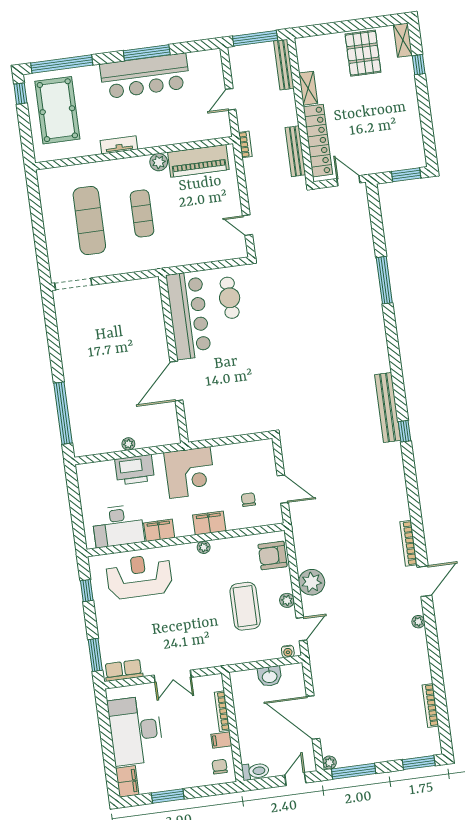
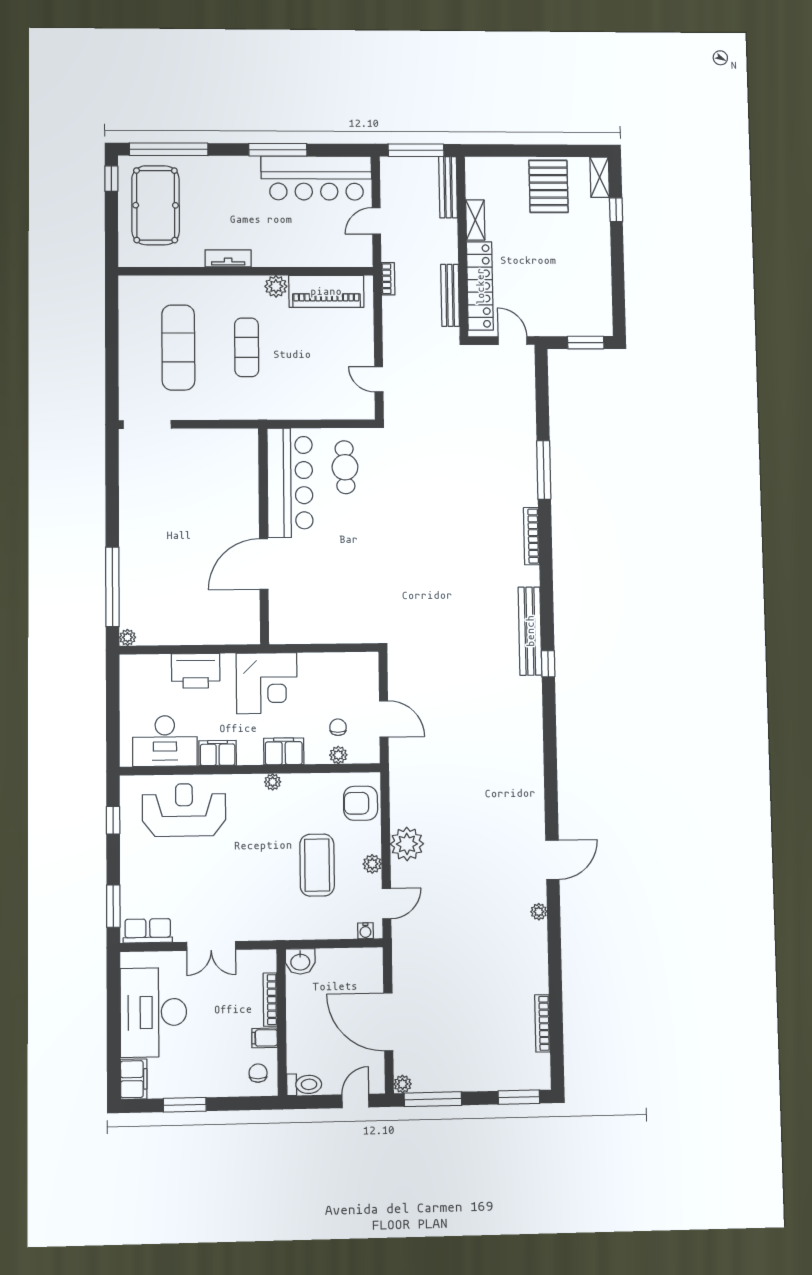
bar counter: (145, 76) -> (316, 178), moved
plant: (128, 444) -> (128, 637), moved
plant: (251, 521) -> (338, 755), added
bookcase: (408, 543) -> (531, 536), moved
washbasin: (270, 676) -> (300, 961), moved

